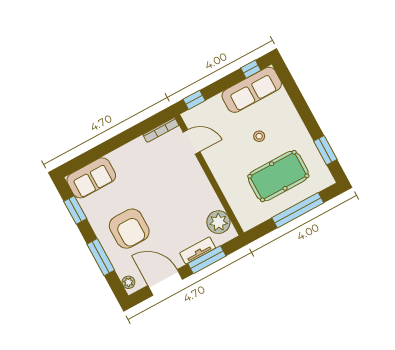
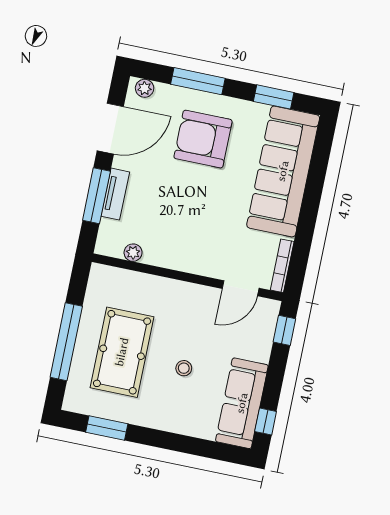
sofa: (91, 178) -> (283, 171), width x1.85, depth x1.27
plant: (218, 222) -> (133, 253), width x0.53, depth x0.53

